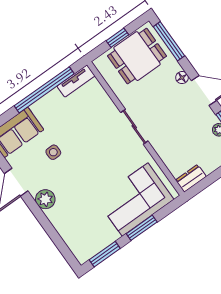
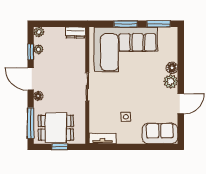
window: (44, 90) -> (125, 147), removed
side table: (53, 152) -> (126, 117), moved
corner sofa: (135, 200) -> (126, 49), width x1.36, depth x1.36
floor lamp: (55, 216) -> (172, 68), added

